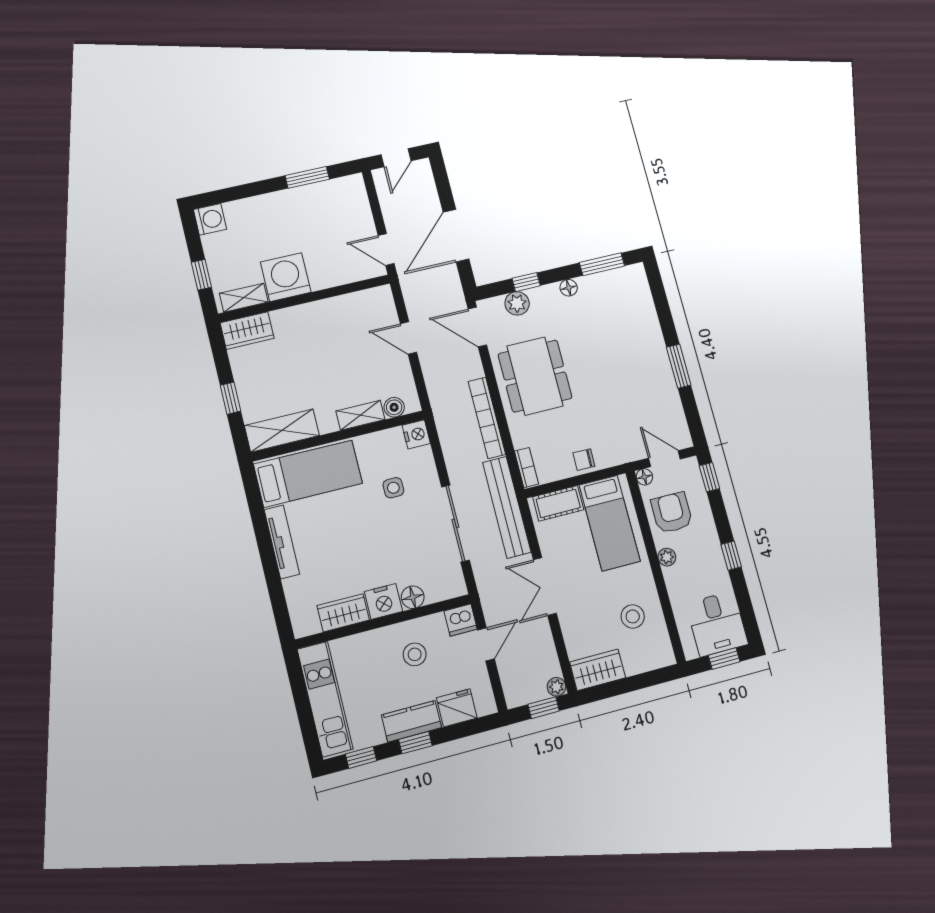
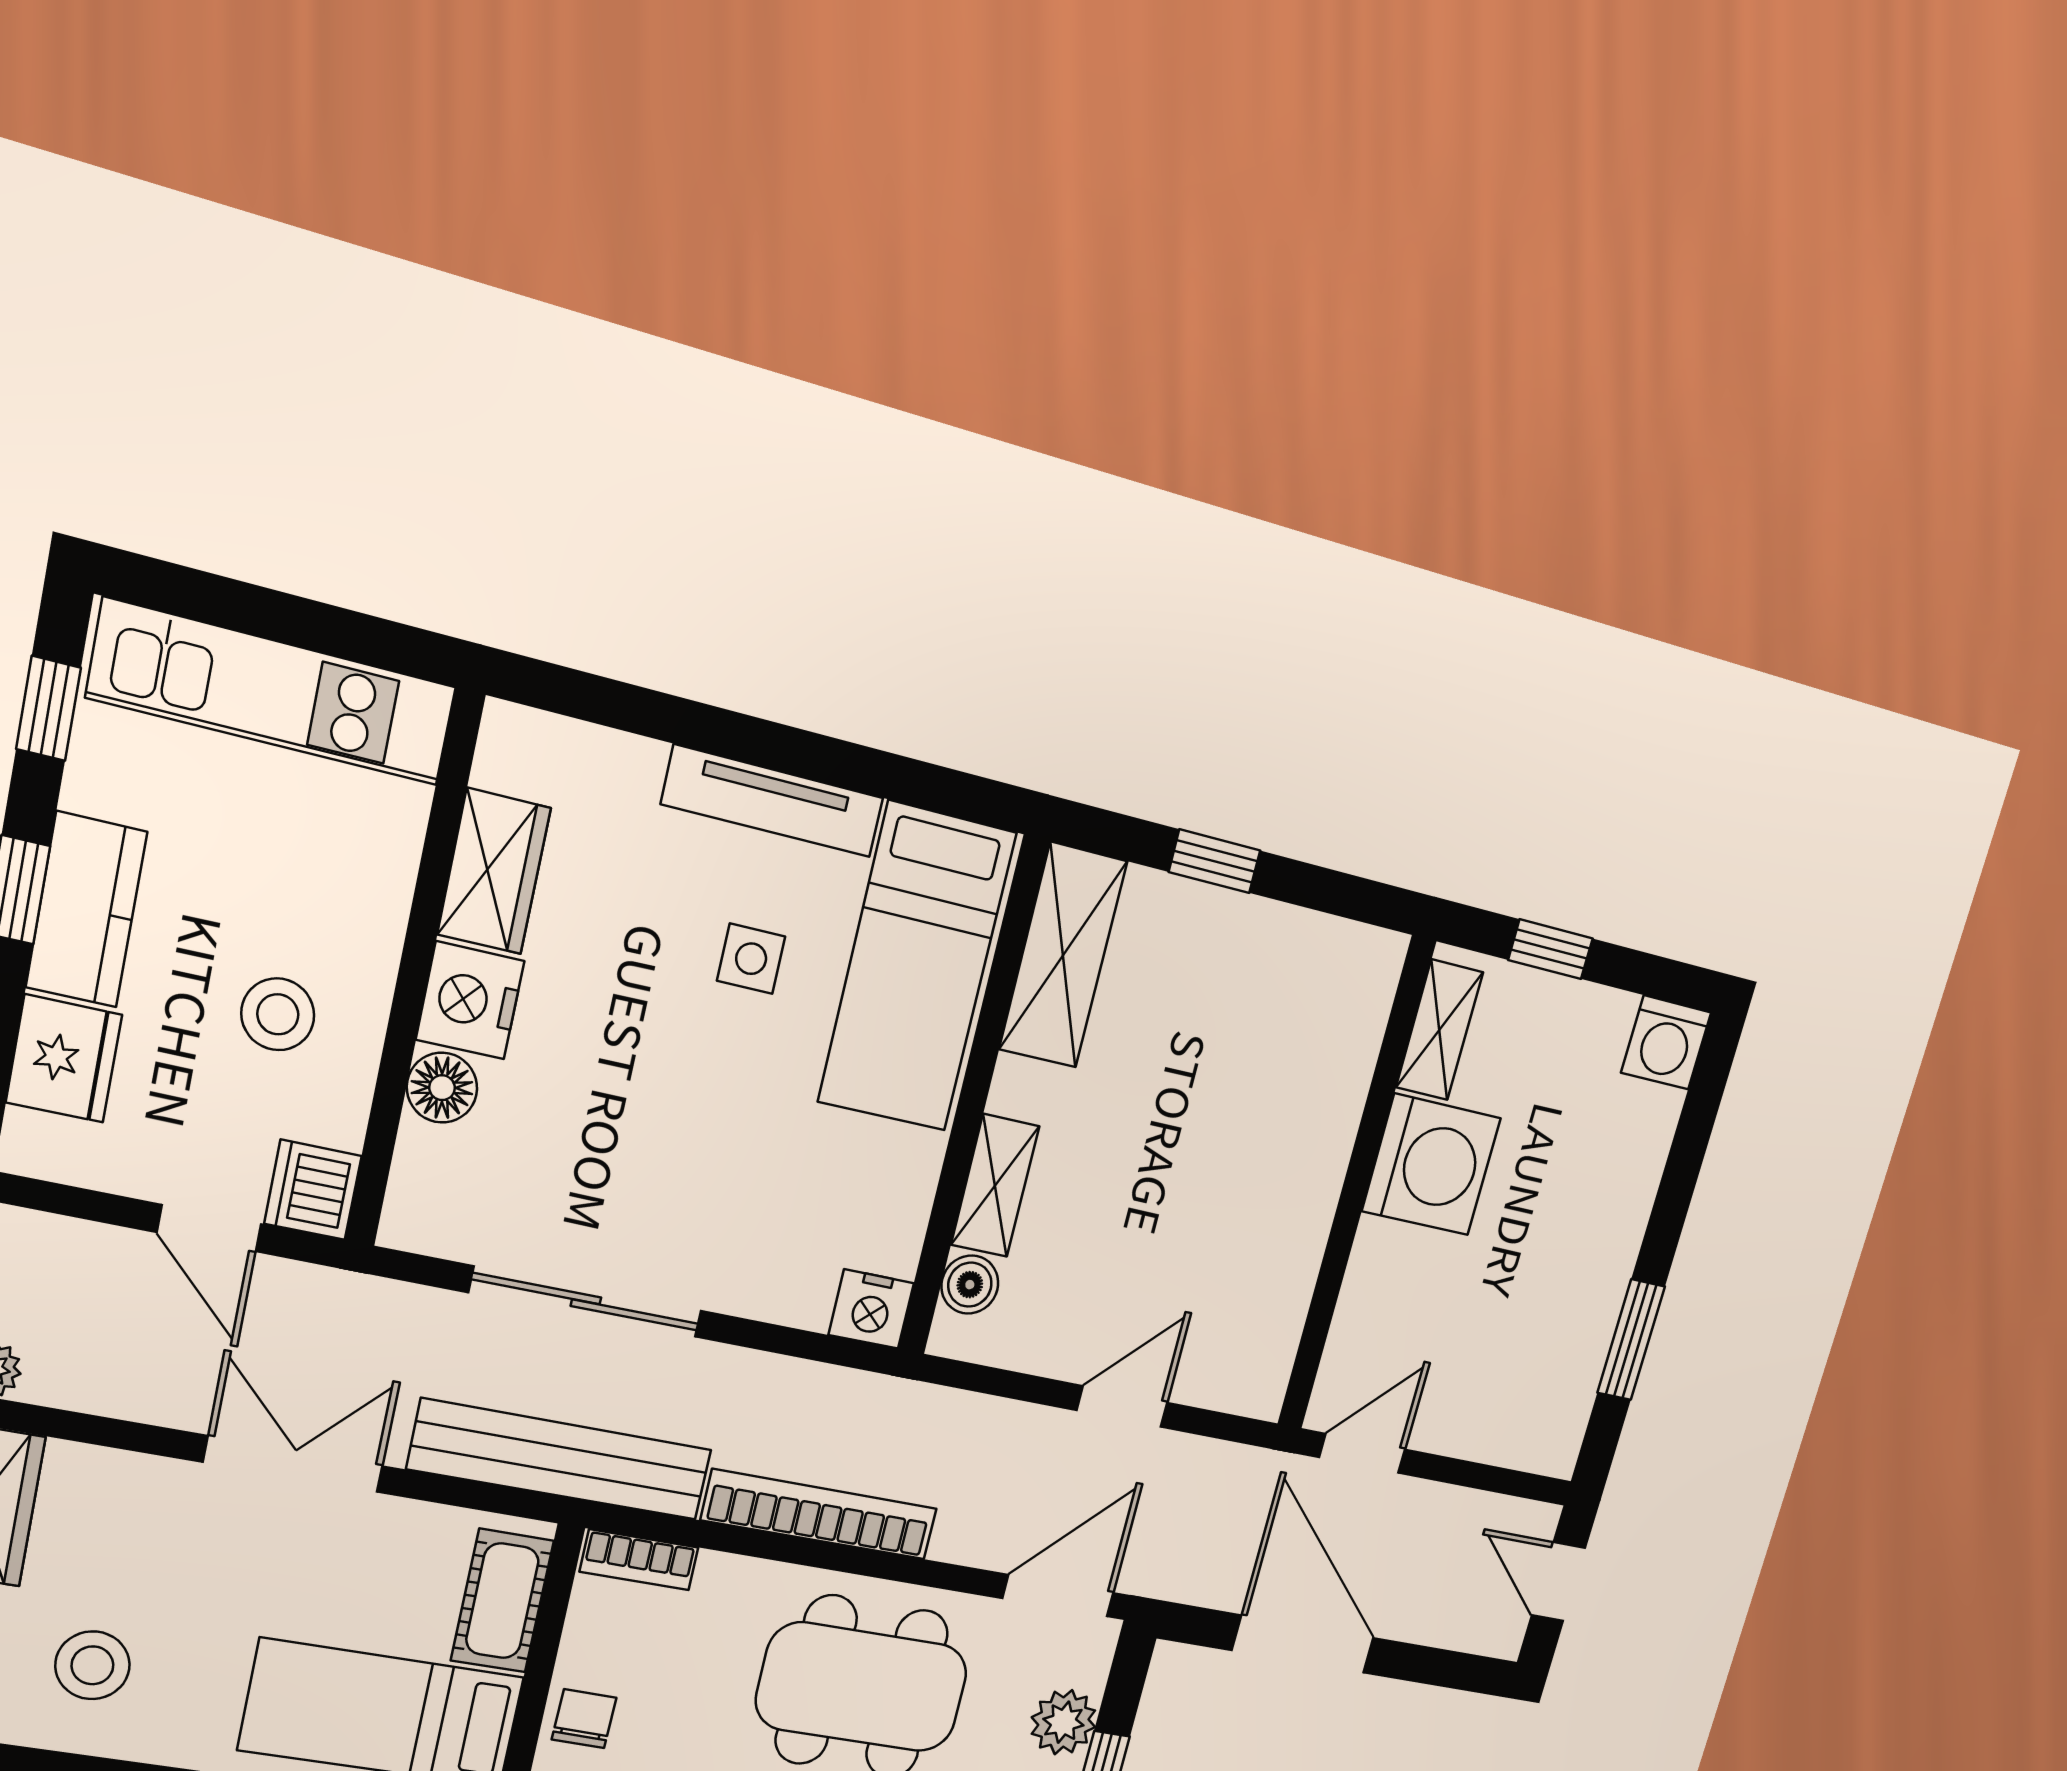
wardrobe: (247, 331) -> (1357, 996), removed
side table: (393, 488) -> (751, 959), moved

